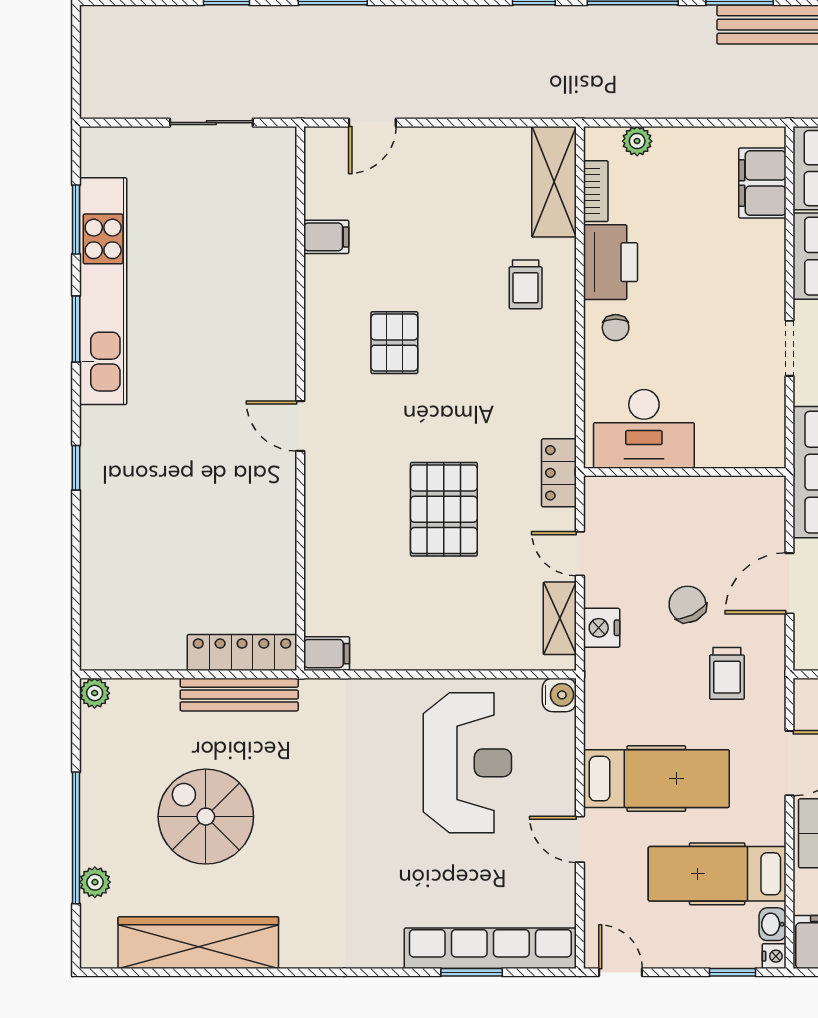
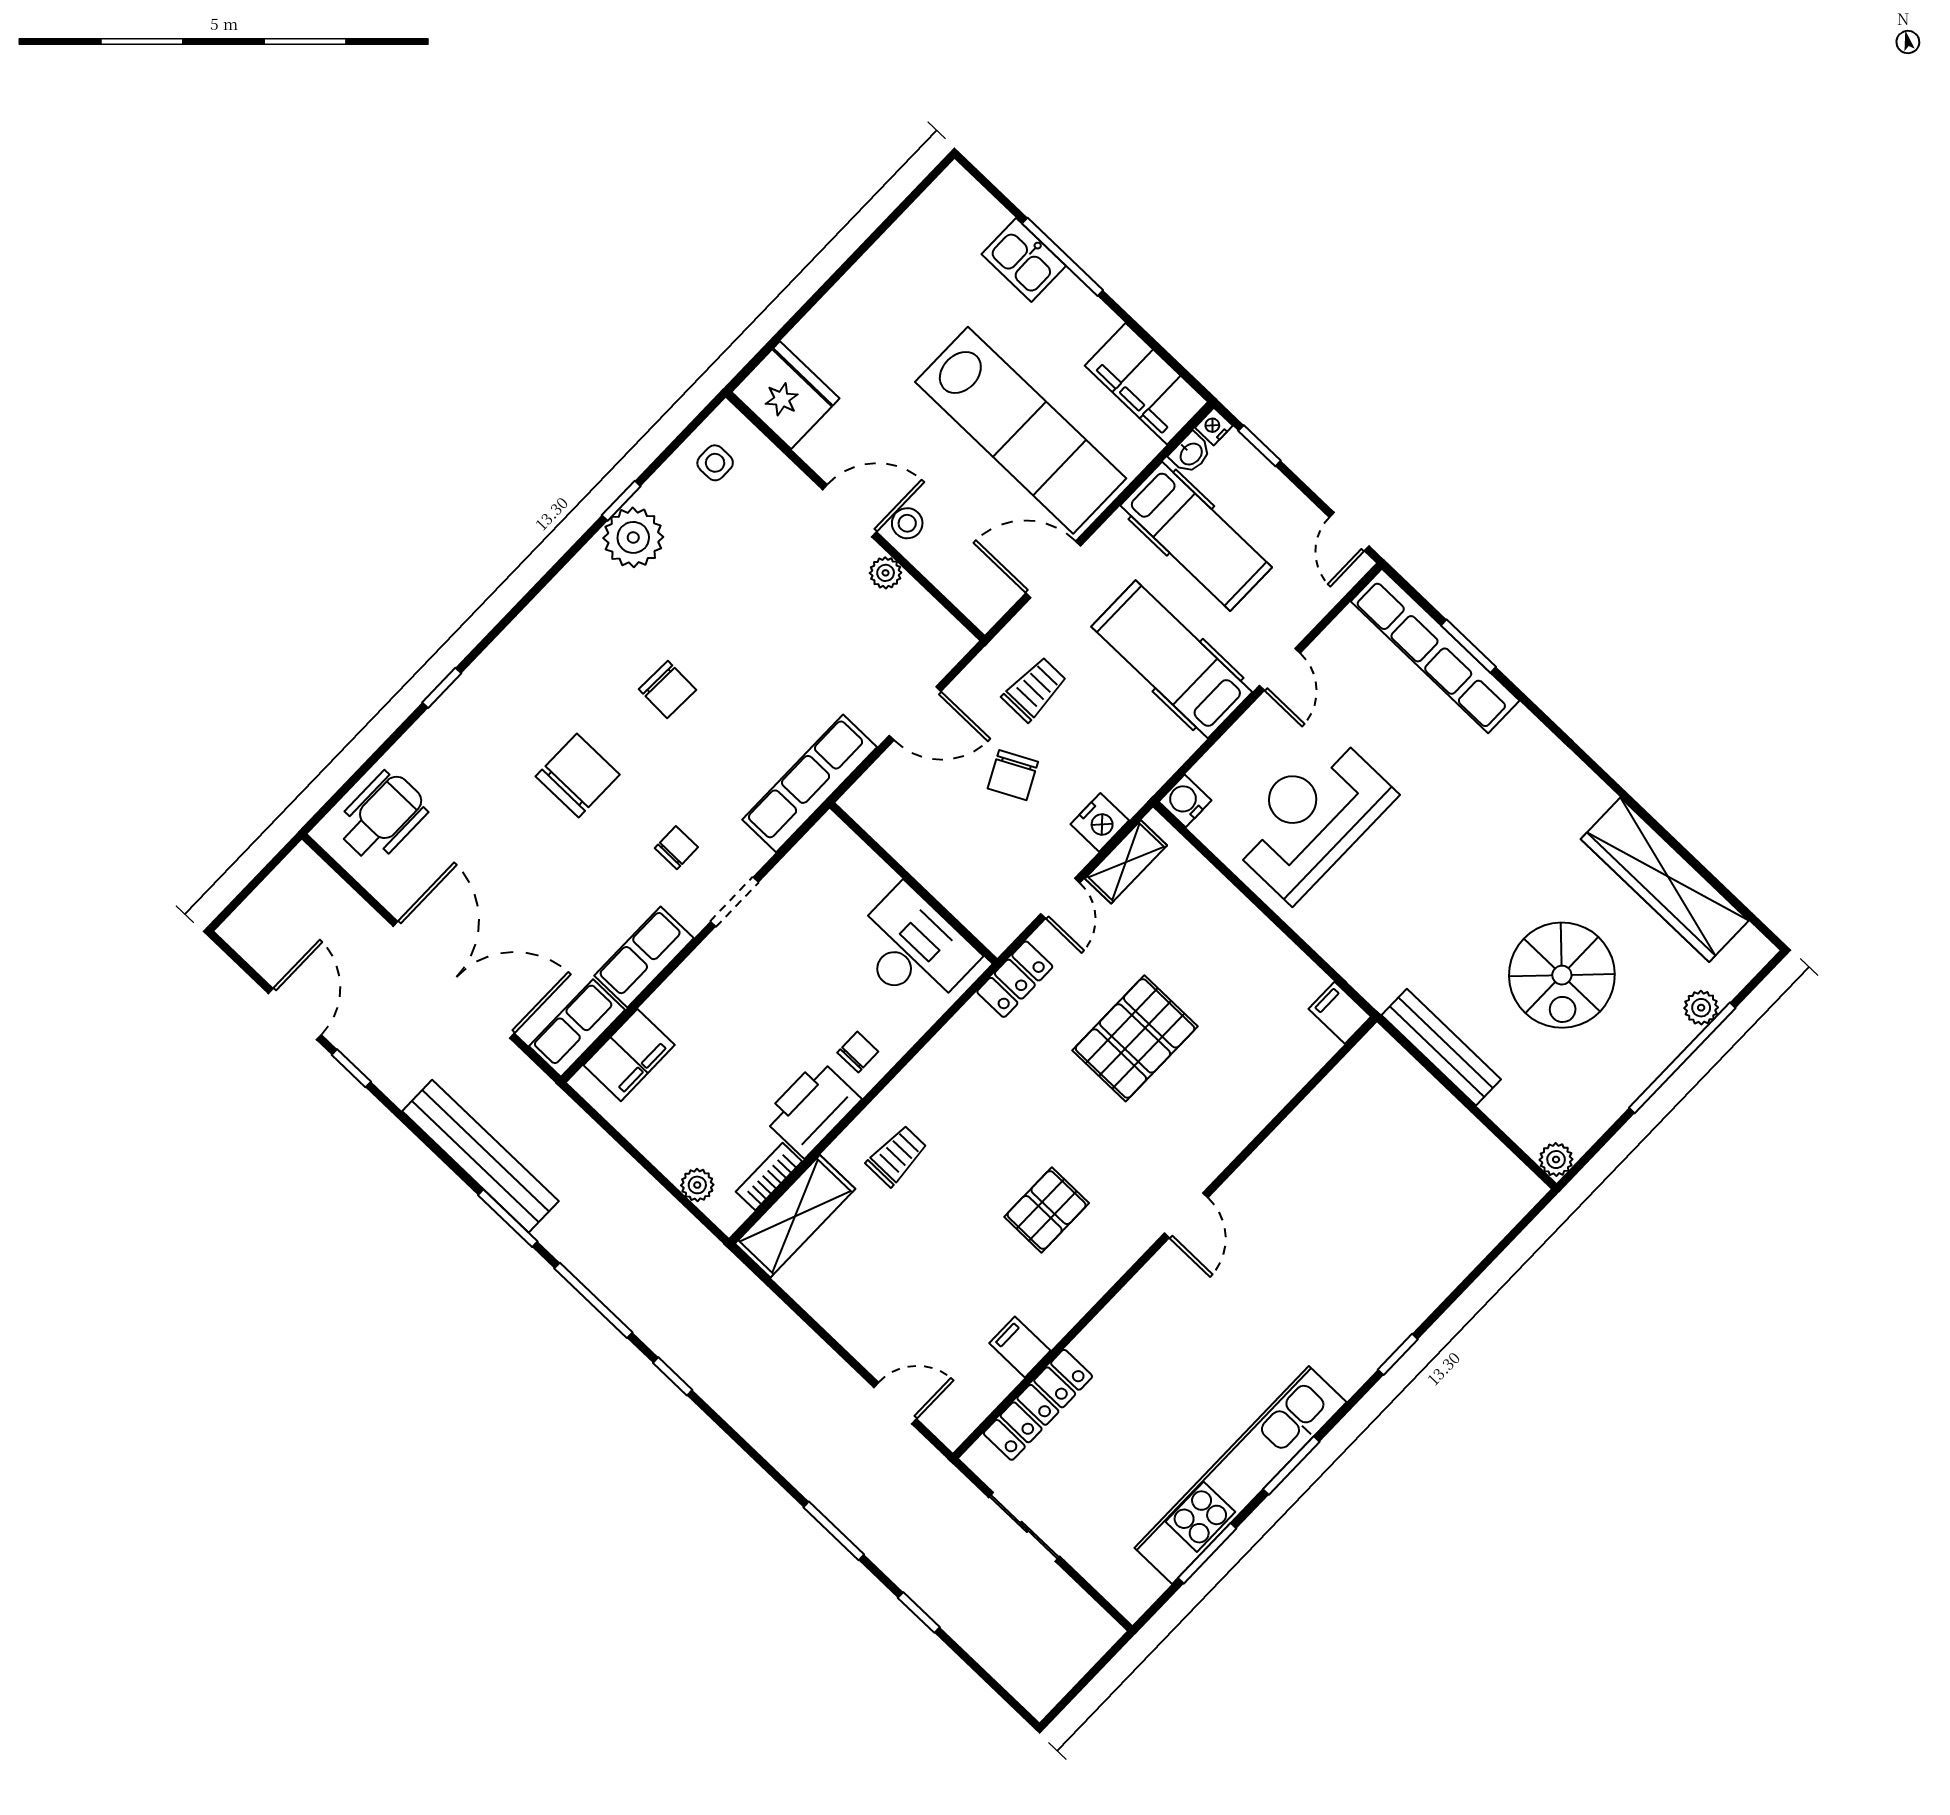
locker: (242, 653) -> (1038, 1405), moved, turned -90

